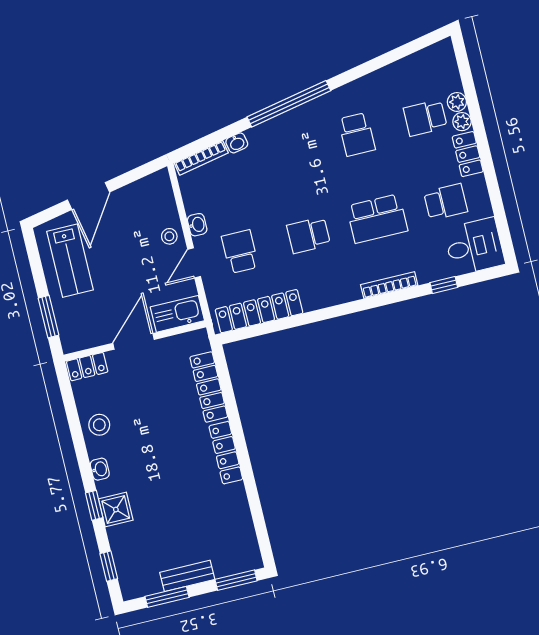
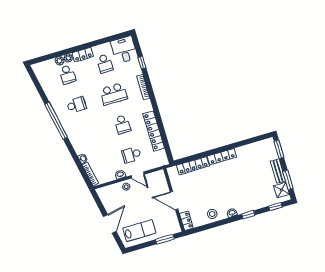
window: (289, 104) -> (56, 121), moved
door: (88, 196) -> (110, 224), hinge flipped
school desk: (446, 202) -> (105, 64), turned 180
school desk: (377, 219) -> (114, 94), turned 90
locker: (259, 311) -> (154, 131), moved
kitchen sink: (177, 314) -> (161, 181), removed
shower: (116, 510) -> (281, 190), moved

